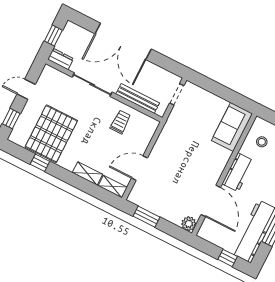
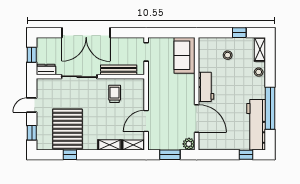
sofa: (232, 127) -> (185, 55), moved
workbench: (238, 172) -> (206, 87), moved
wall: (224, 174) -> (197, 94), moved
door: (211, 201) -> (197, 119), moved
plant: (189, 224) -> (189, 144), moved

